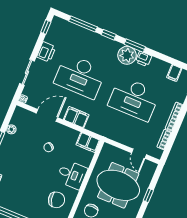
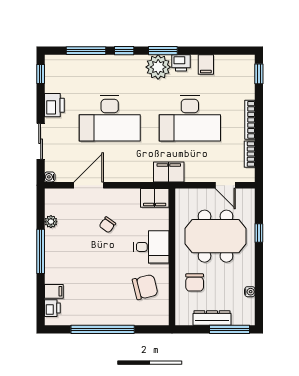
filing cabinet: (174, 73) -> (206, 64), moved
filing cabinet: (76, 117) -> (169, 172), moved

